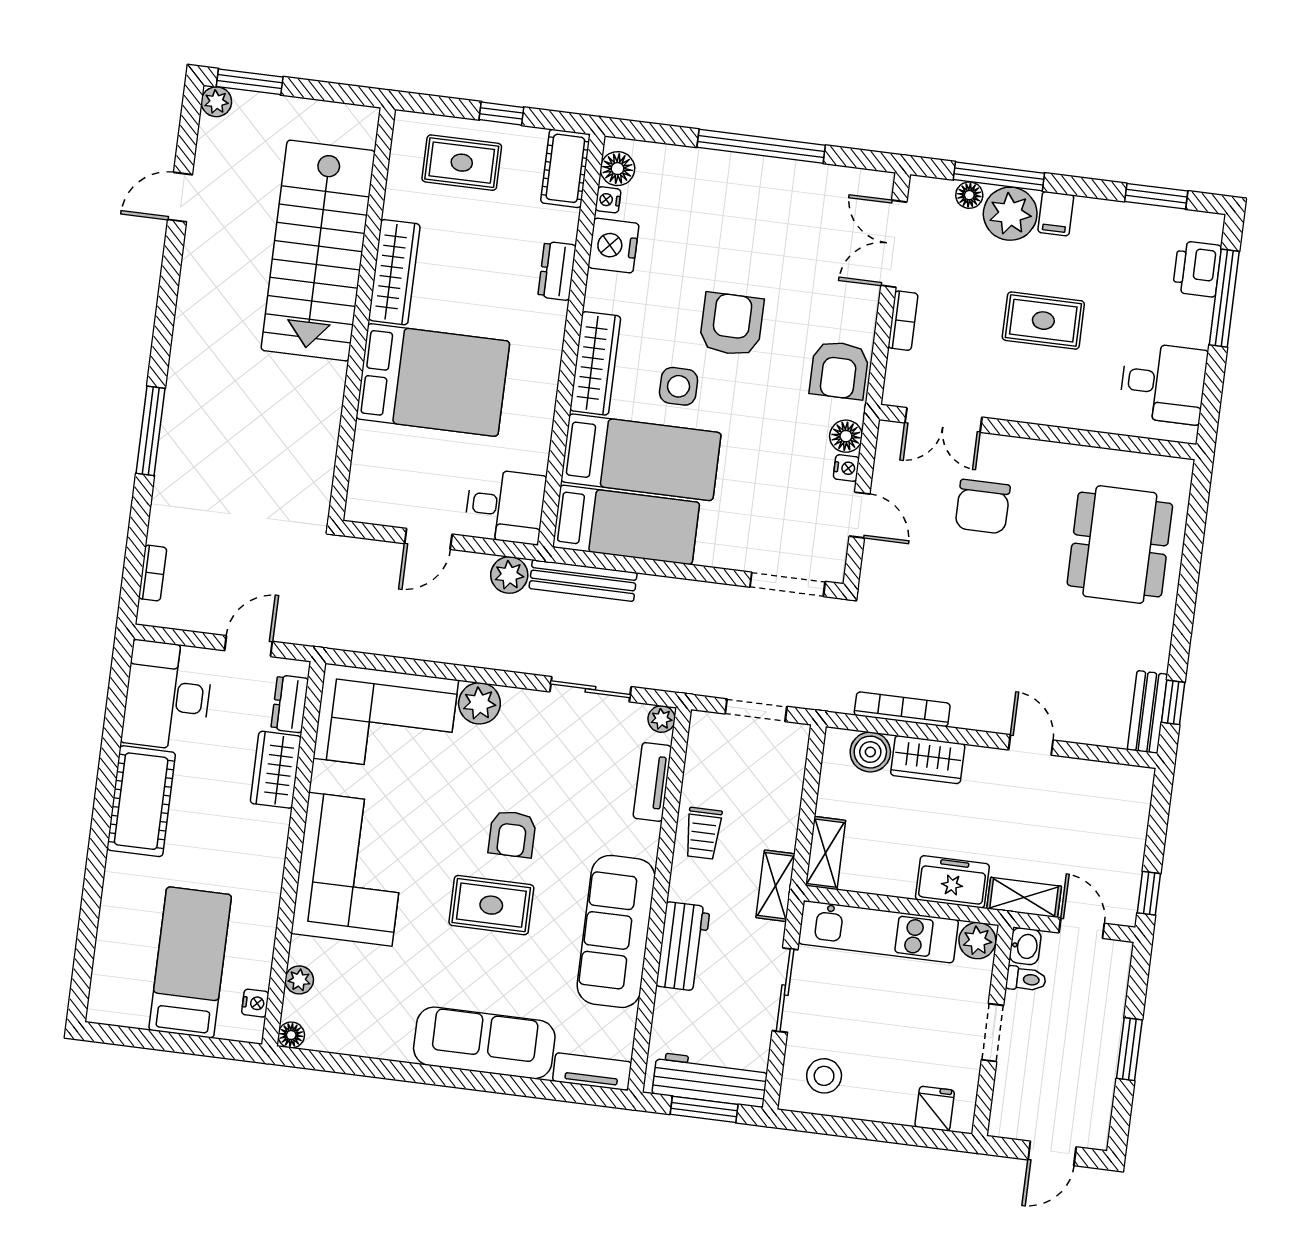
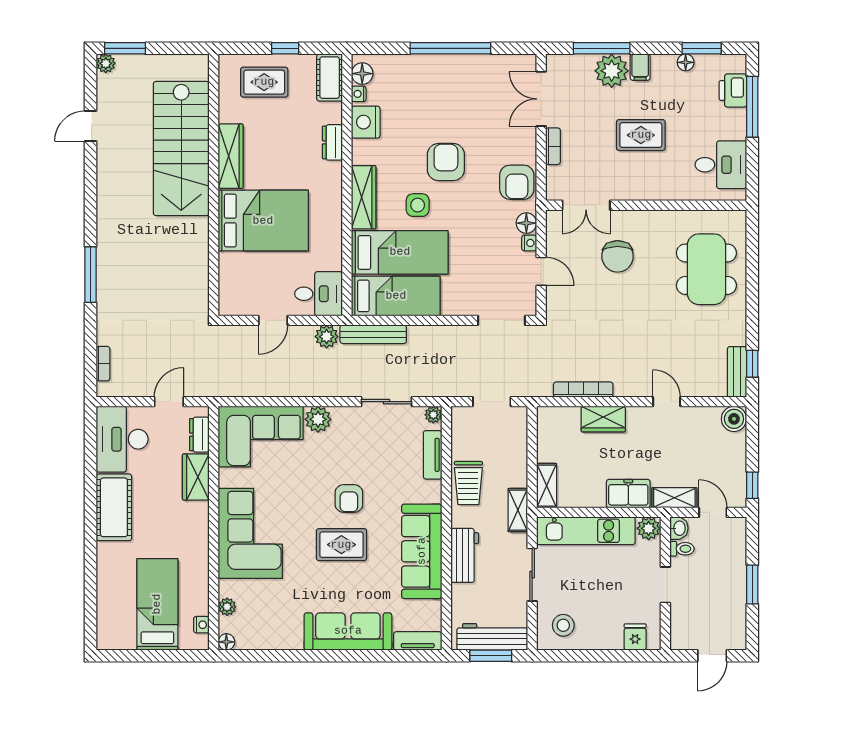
floor lamp: (969, 195) -> (686, 62), moved
boiler: (870, 752) -> (734, 419), moved
trolley: (703, 833) -> (468, 483), width x1.36, depth x1.39

